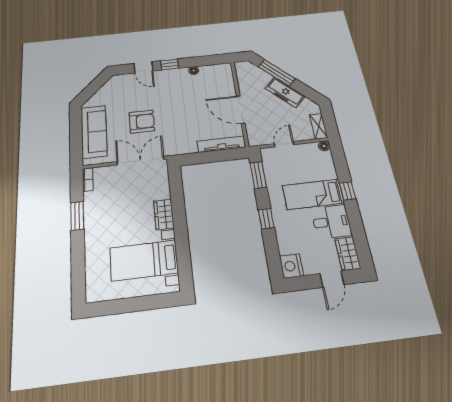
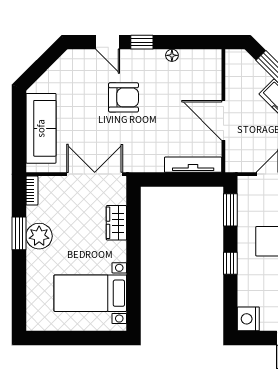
armchair: (142, 122) -> (124, 97), moved
wardrobe: (164, 214) -> (116, 223), moved
plant: (95, 216) -> (39, 236), added

